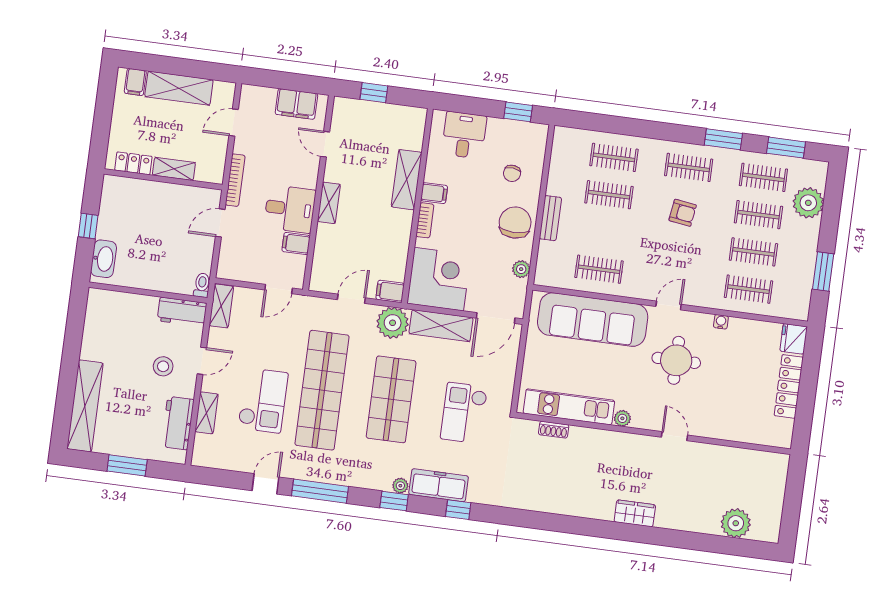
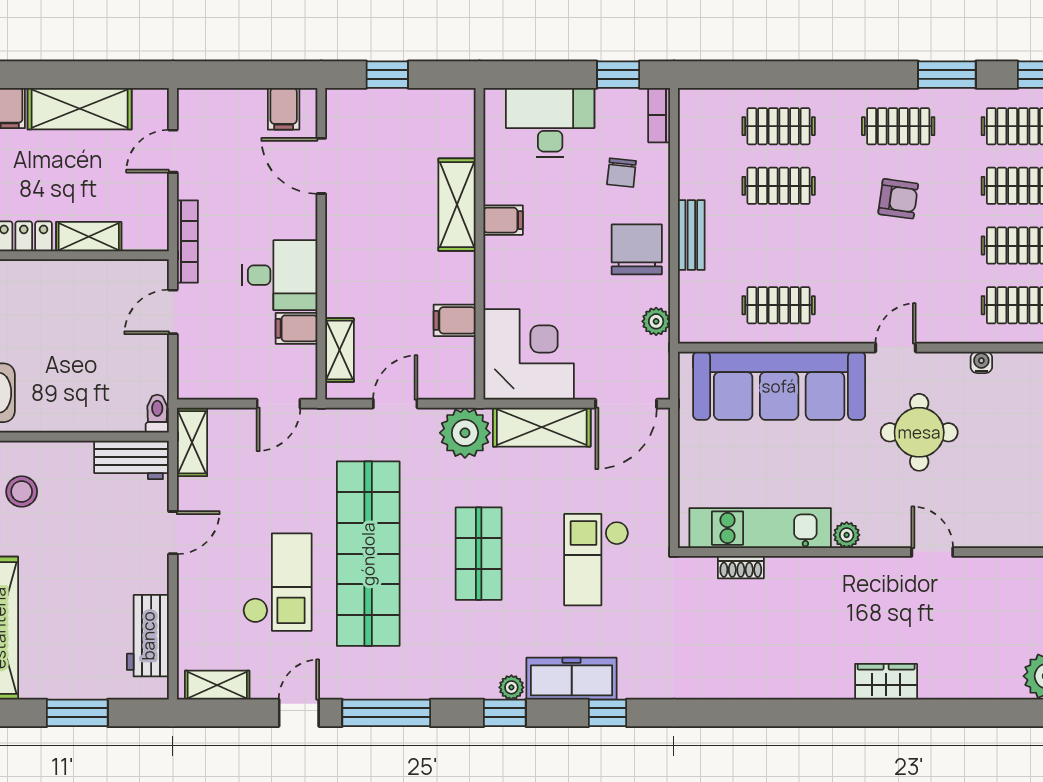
filing cabinet: (296, 104) -> (284, 109), width x0.50
desk: (464, 135) -> (550, 122), width x1.37
door: (325, 144) -> (321, 166), width x1.38
shelving: (329, 203) -> (340, 350), moved
bookcase: (425, 220) -> (659, 115), moved, turned 180
filing cabinet: (390, 291) -> (455, 320), moved
stool: (163, 366) -> (22, 492), moved
shop shelf: (391, 399) -> (479, 554), width x0.70, depth x0.74
shelving: (207, 413) -> (217, 685), moved, turned 90

